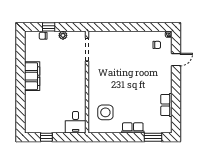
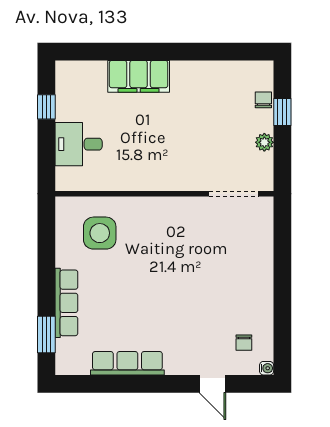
filing cabinet: (32, 76) -> (139, 76), moved
row of seats: (166, 105) -> (127, 363), width x1.48
desk: (76, 122) -> (79, 144), moved
row of seats: (133, 128) -> (66, 303), width x1.48

